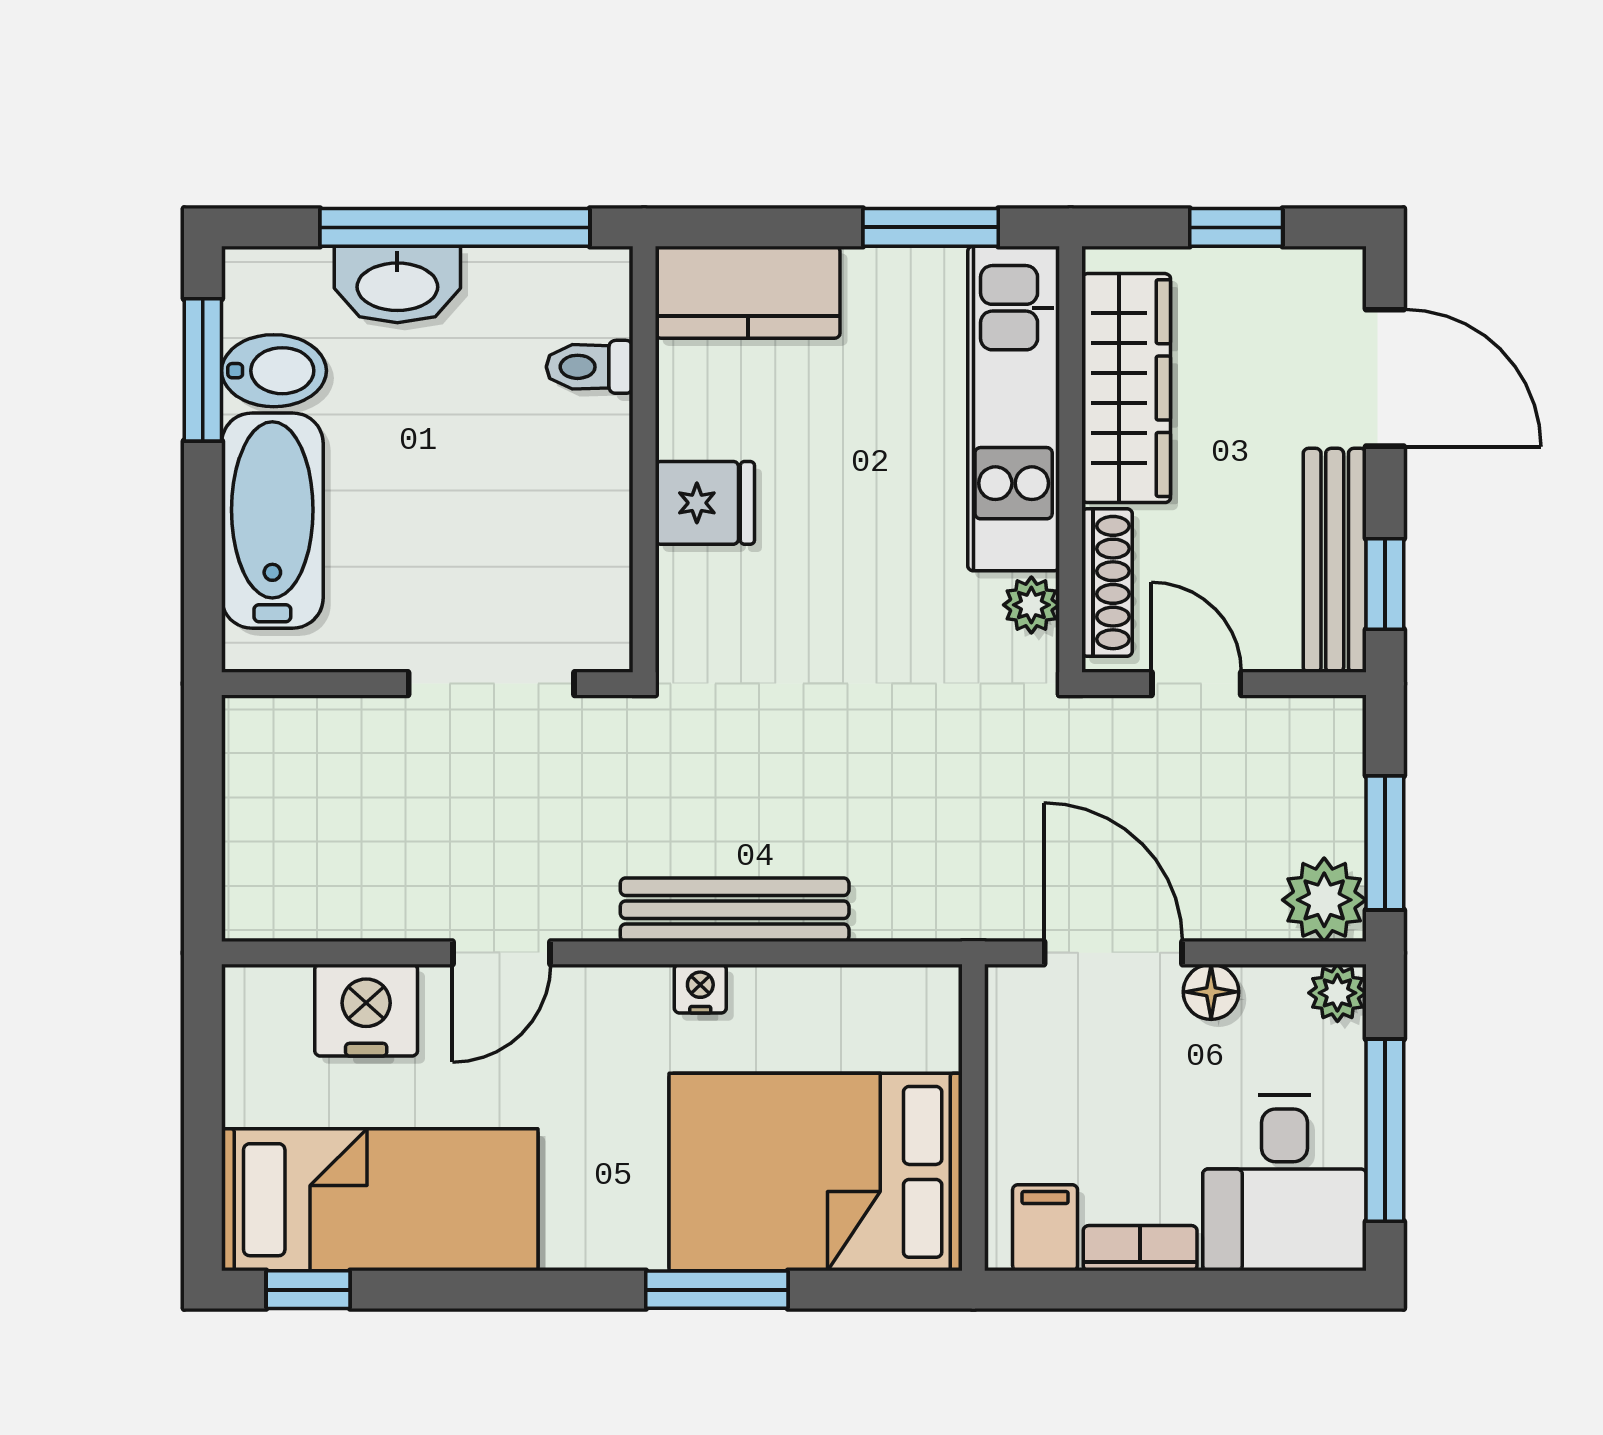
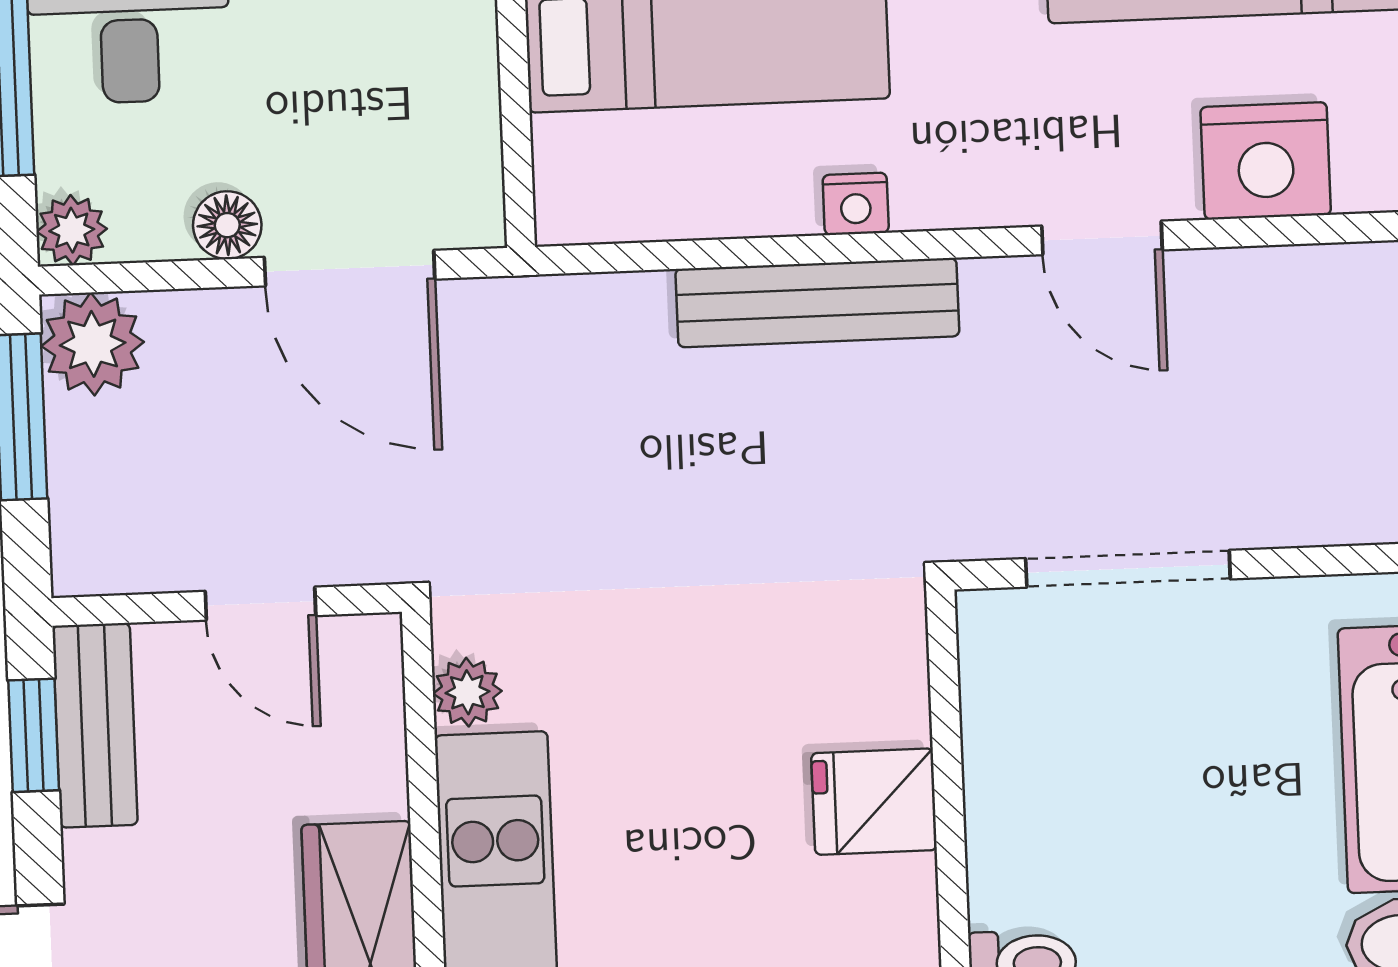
bench: (1335, 560) -> (95, 725), width x0.73
shoe rack: (1107, 583) -> (375, 723), removed
door: (502, 953) -> (1102, 238), swing flipped

